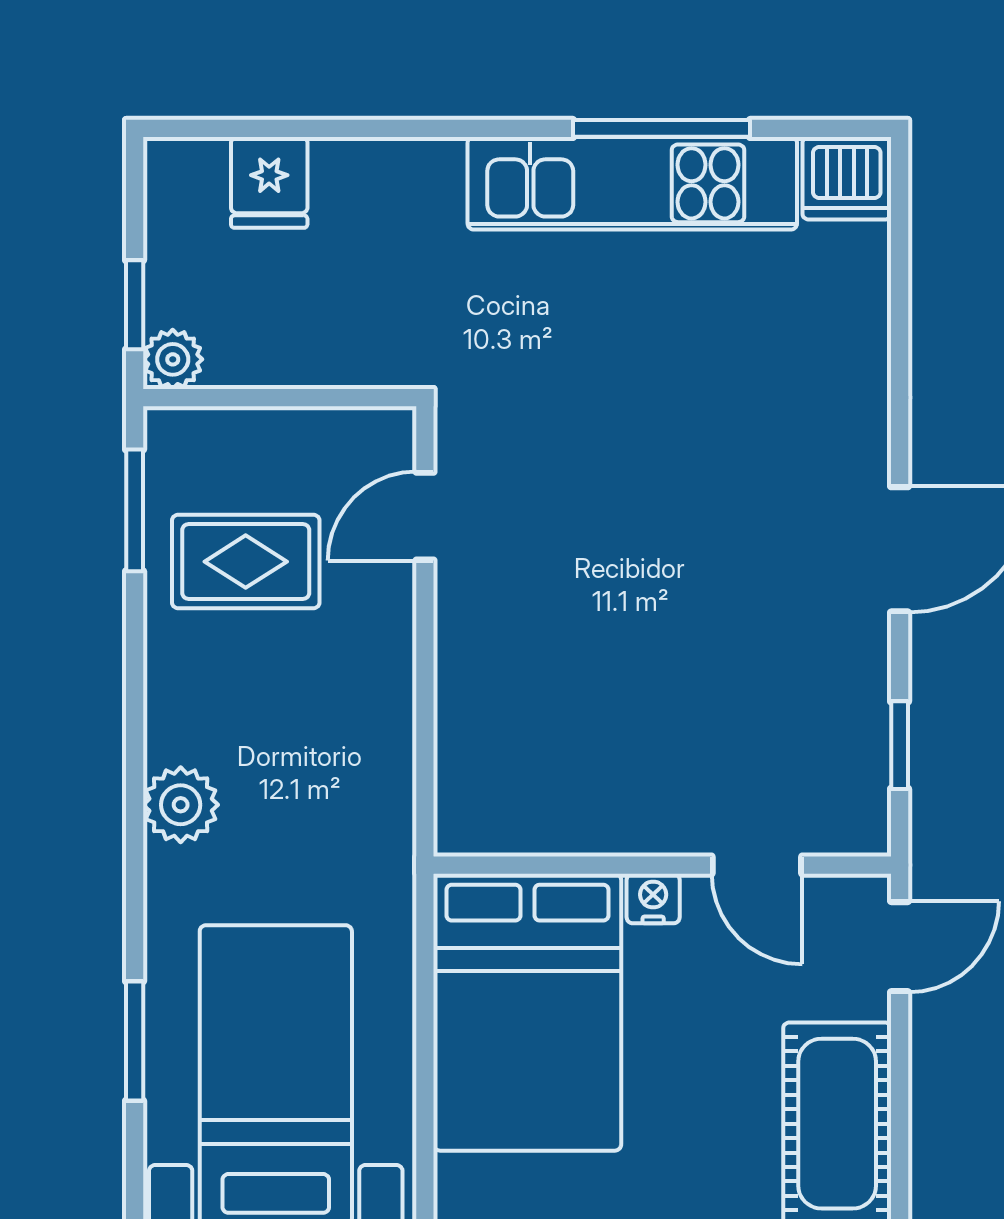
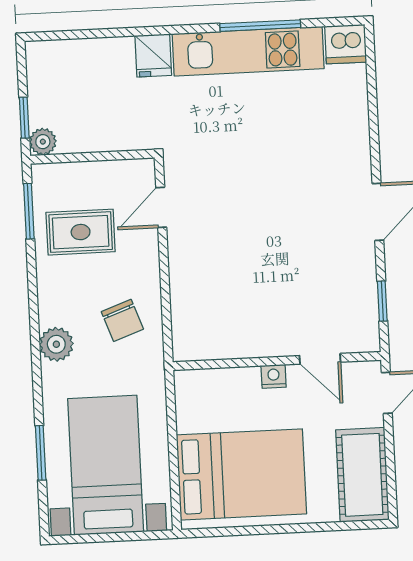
fridge: (269, 182) -> (153, 55), moved
chair: (328, 760) -> (122, 320), added
bed: (527, 1012) -> (241, 474), moved, turned -90

